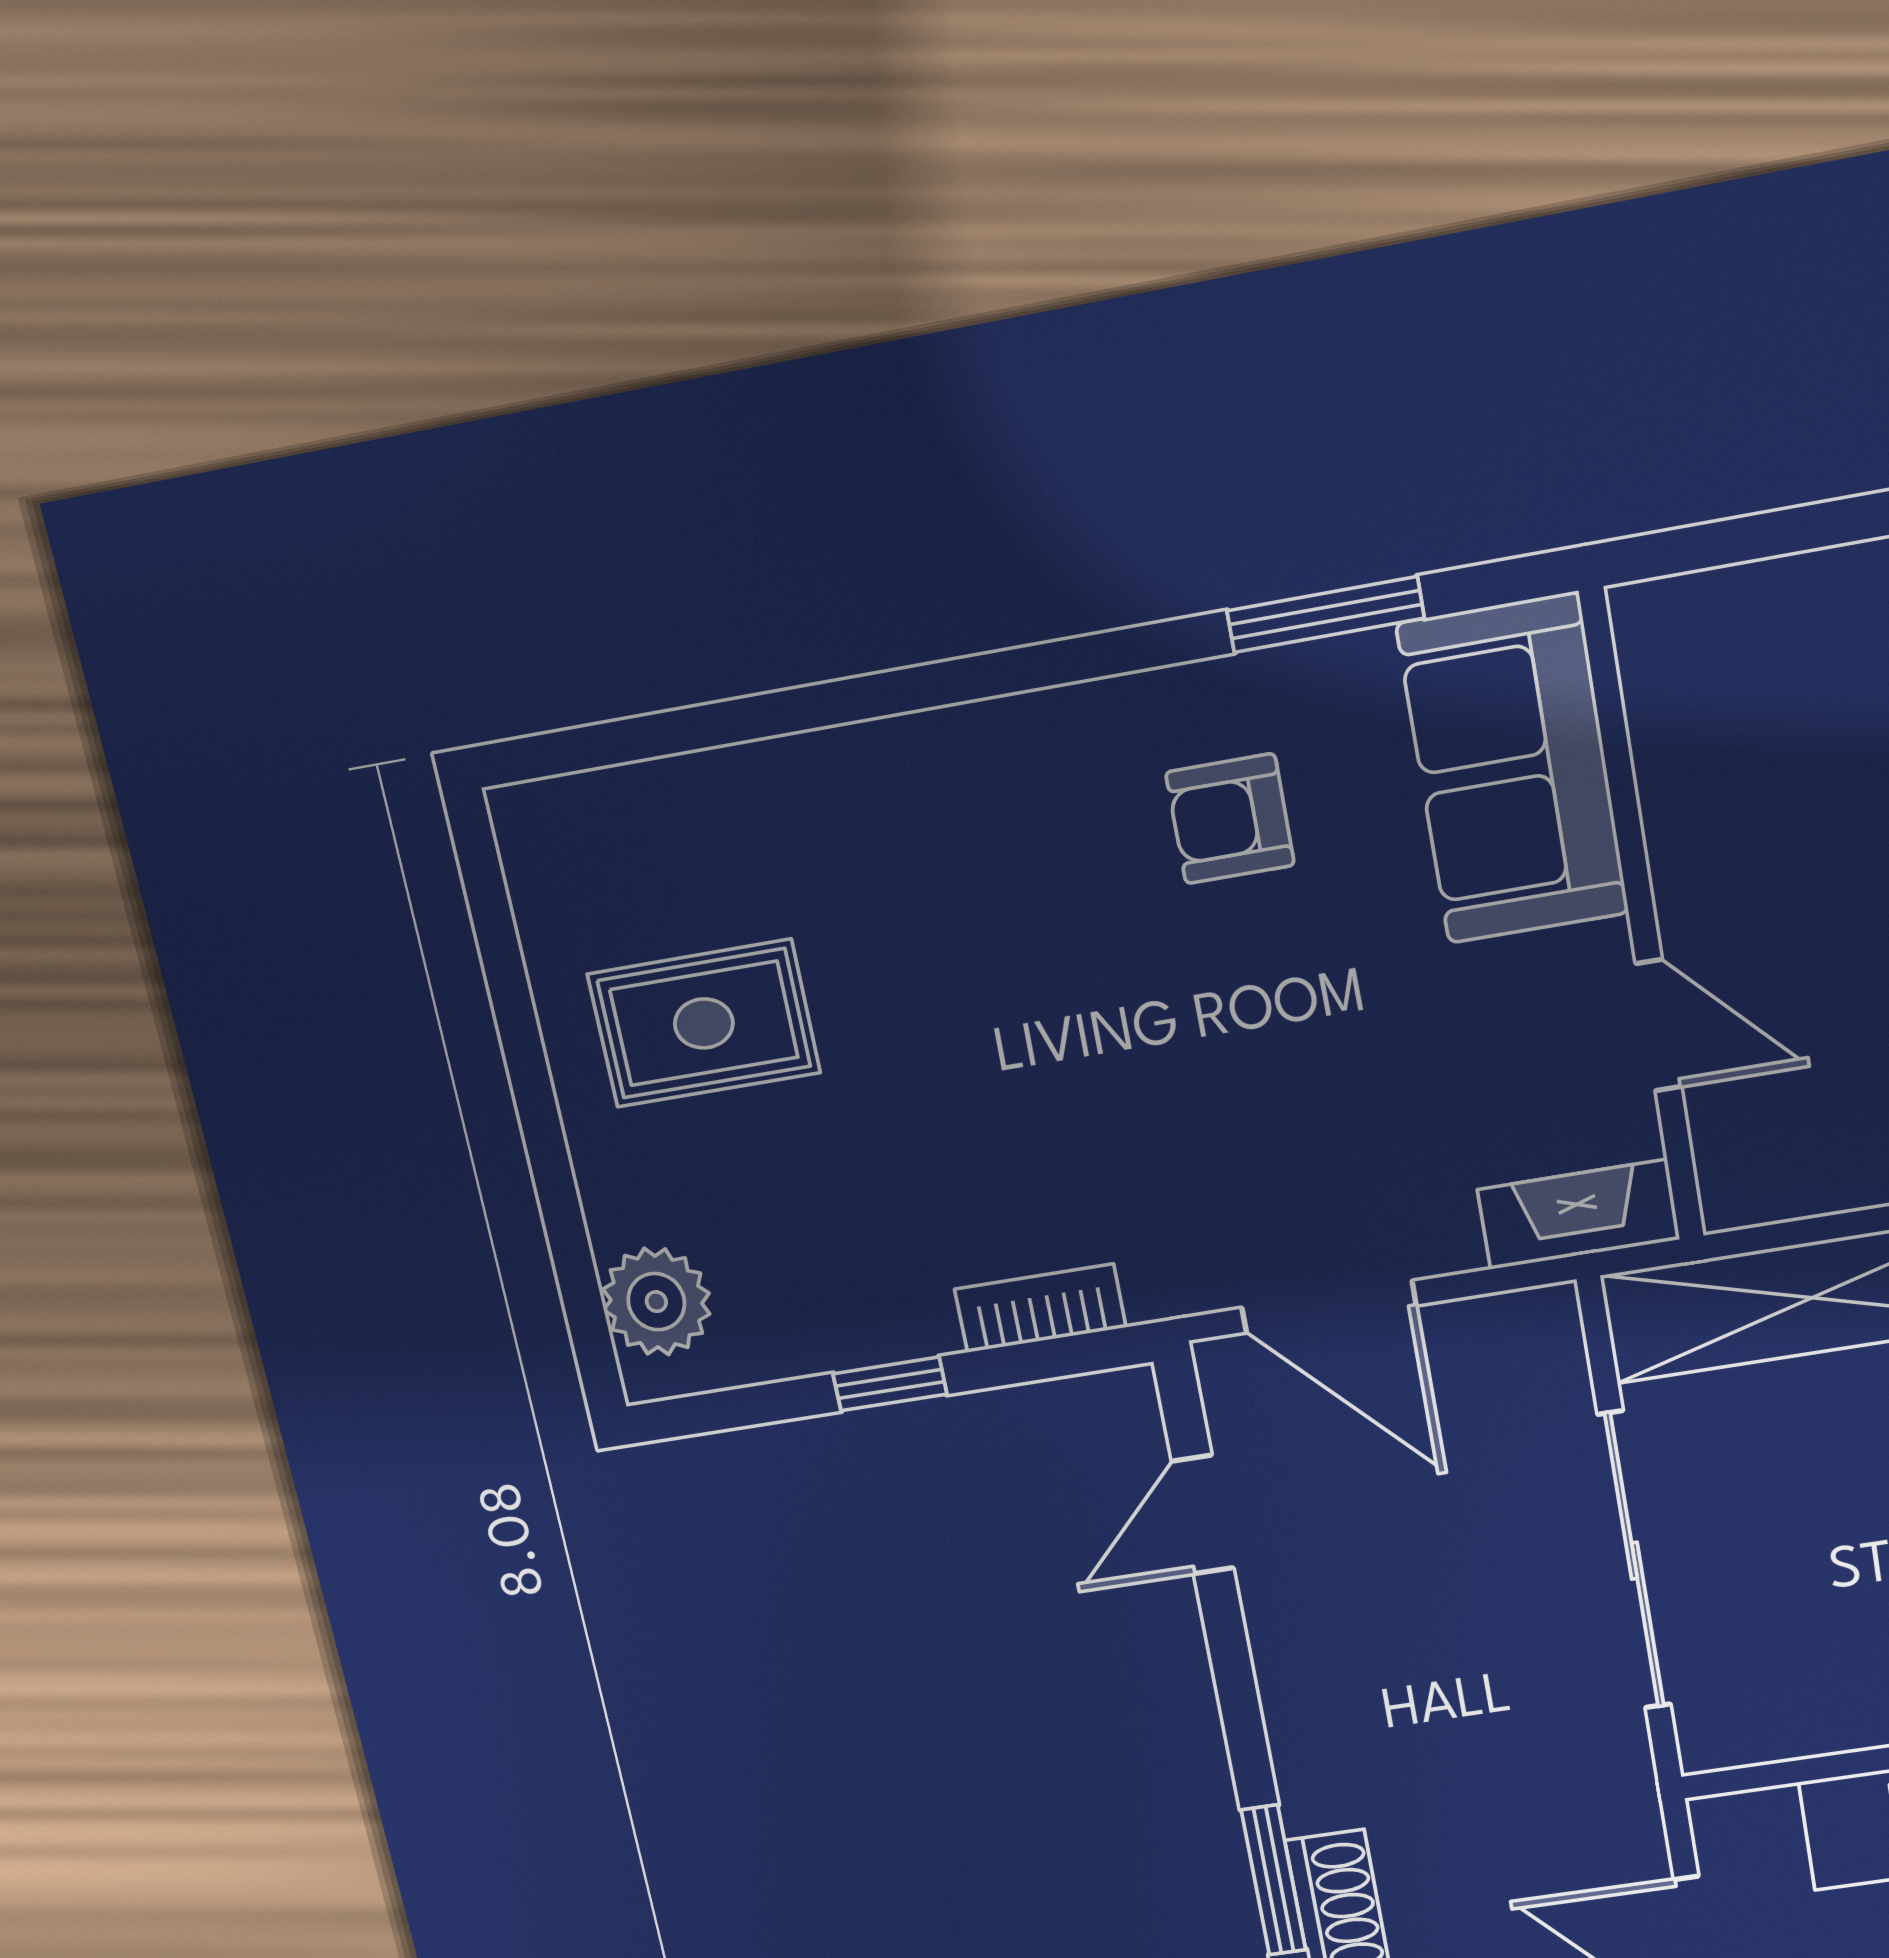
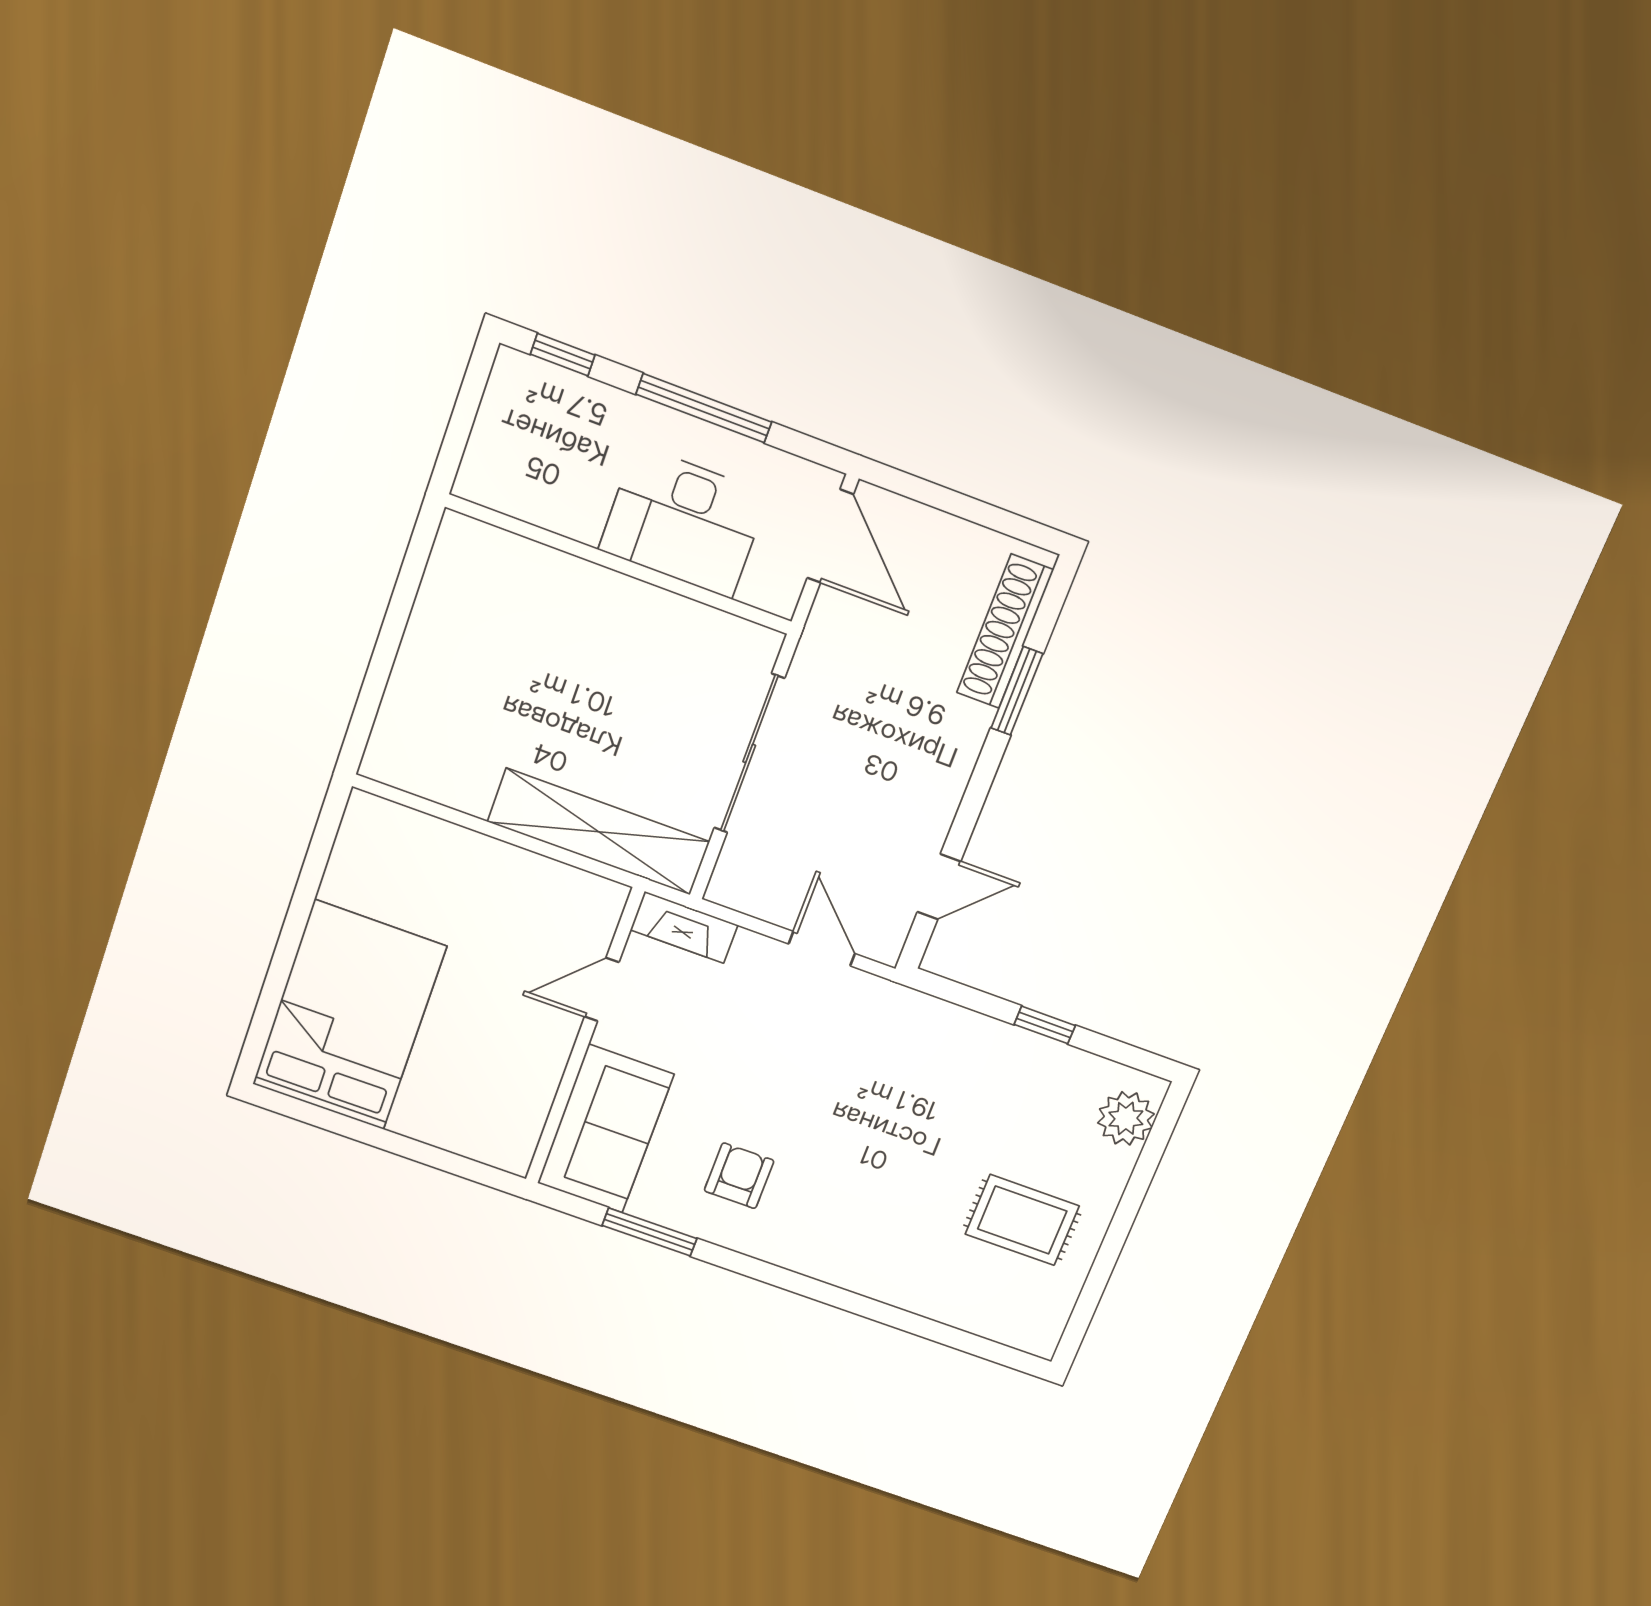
armchair: (1230, 819) -> (739, 1176), turned -90
door: (1659, 1025) -> (602, 990), hinge flipped
door: (1329, 1307) -> (822, 949), width x0.73
bookcase: (1040, 1308) -> (954, 1020), removed

